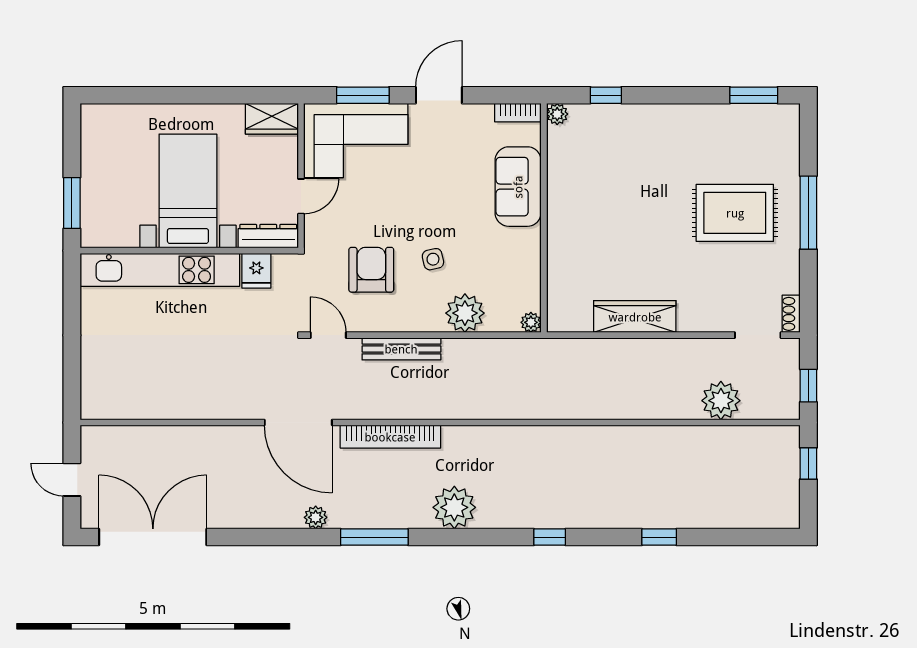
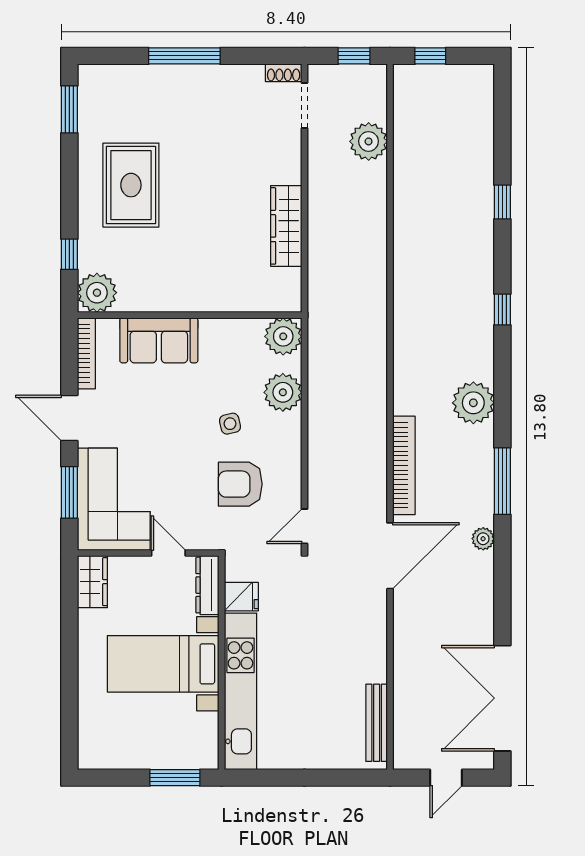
bookcase: (518, 113) -> (86, 353), width x1.56
plant: (557, 114) -> (97, 293), width x1.88, depth x1.88
rug: (735, 213) -> (131, 185), moved
plant: (531, 322) -> (283, 336), width x1.88, depth x1.88
bench: (401, 349) -> (377, 723), moved

